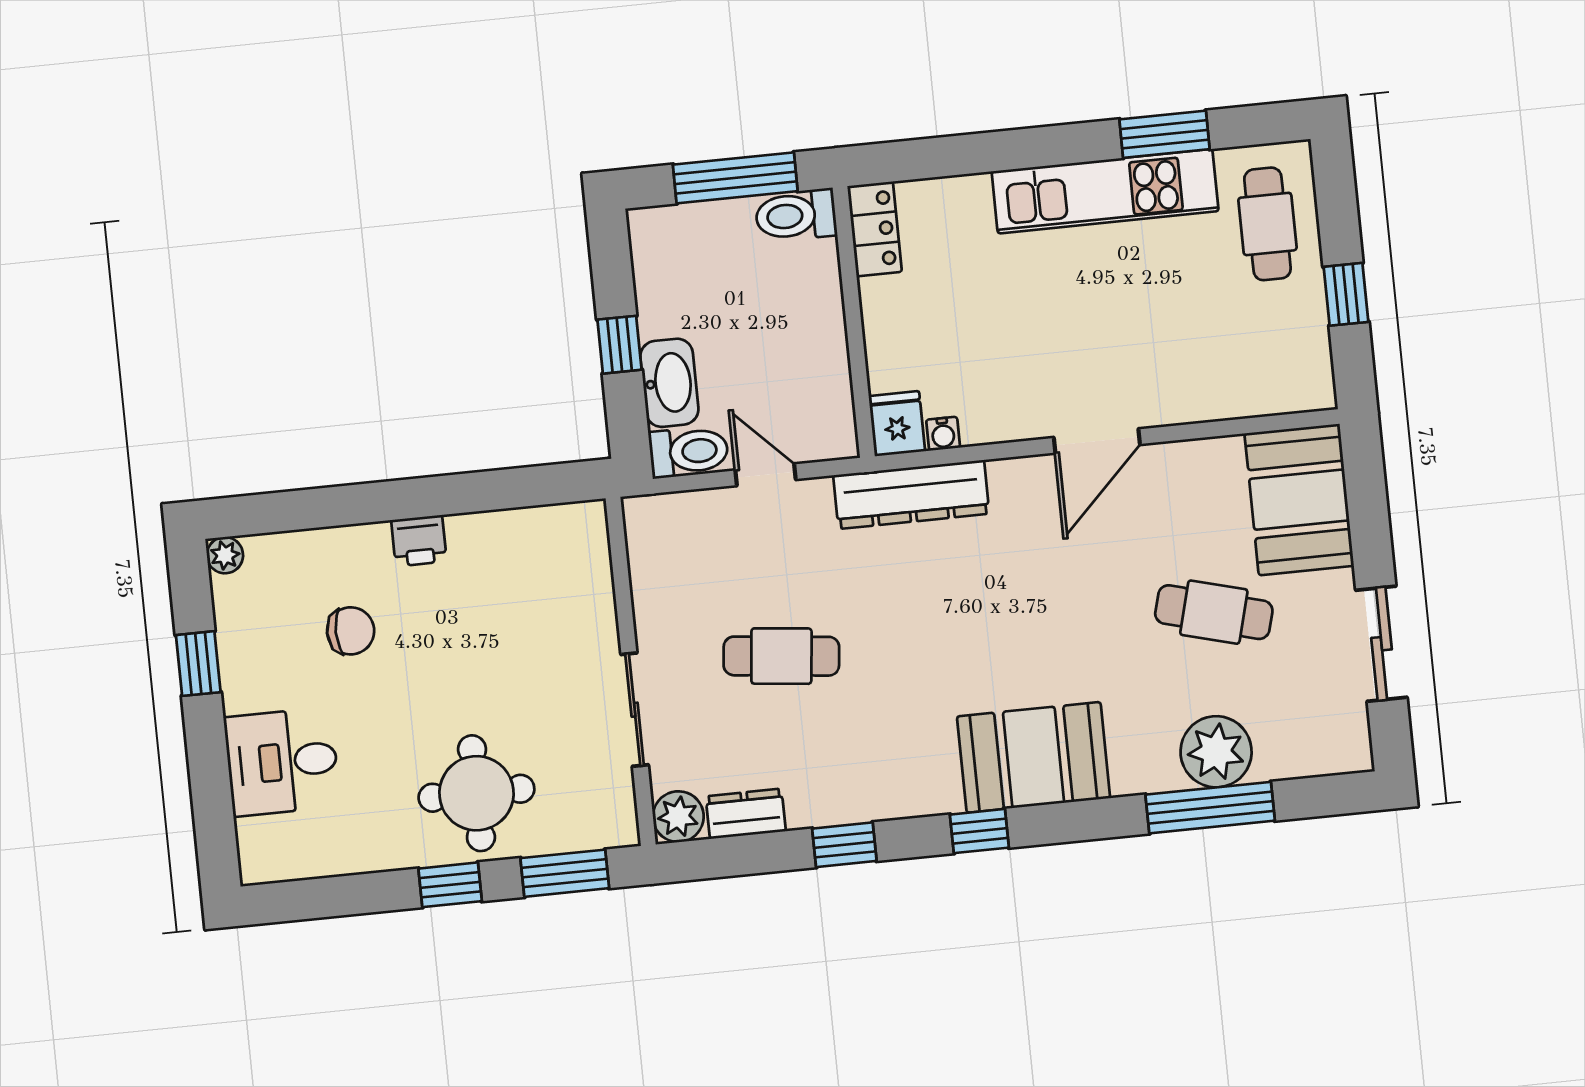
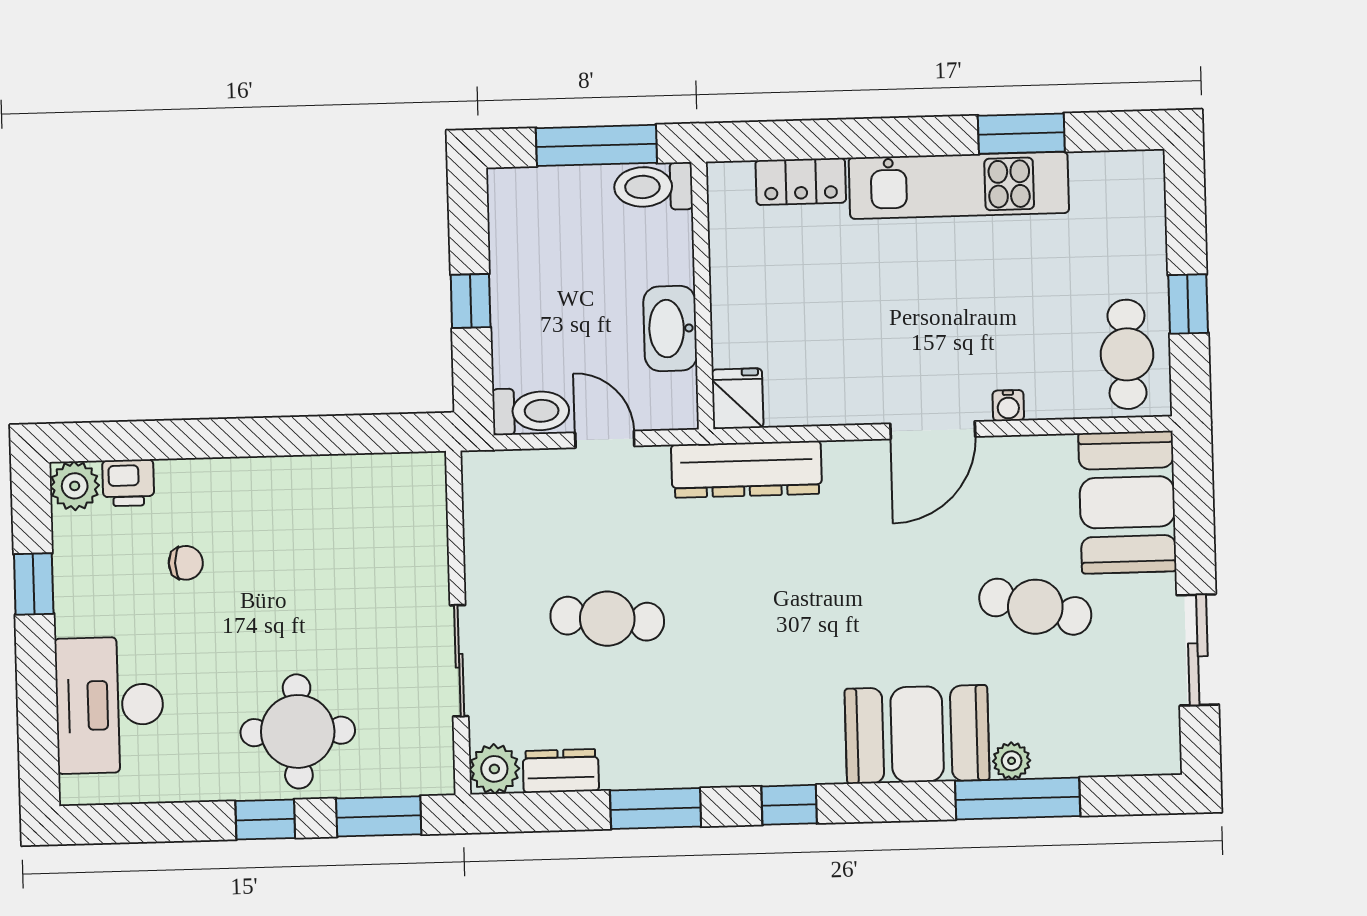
cafe table: (1267, 224) -> (1127, 354), moved
locker: (875, 229) -> (801, 181), moved, turned 90
washbasin: (669, 383) -> (670, 328), moved, turned 180
water cooler: (943, 434) -> (1008, 406), moved
printer: (419, 541) -> (128, 483), moved
plant: (225, 555) -> (75, 486), width x1.38, depth x1.38
chair: (351, 631) -> (186, 563), width x0.73, depth x0.73
plant: (1216, 752) -> (1012, 761), width x0.53, depth x0.53
booth: (1034, 757) -> (917, 734), moved
desk: (282, 762) -> (110, 705), width x1.37
window: (844, 845) -> (656, 809), width x1.50

